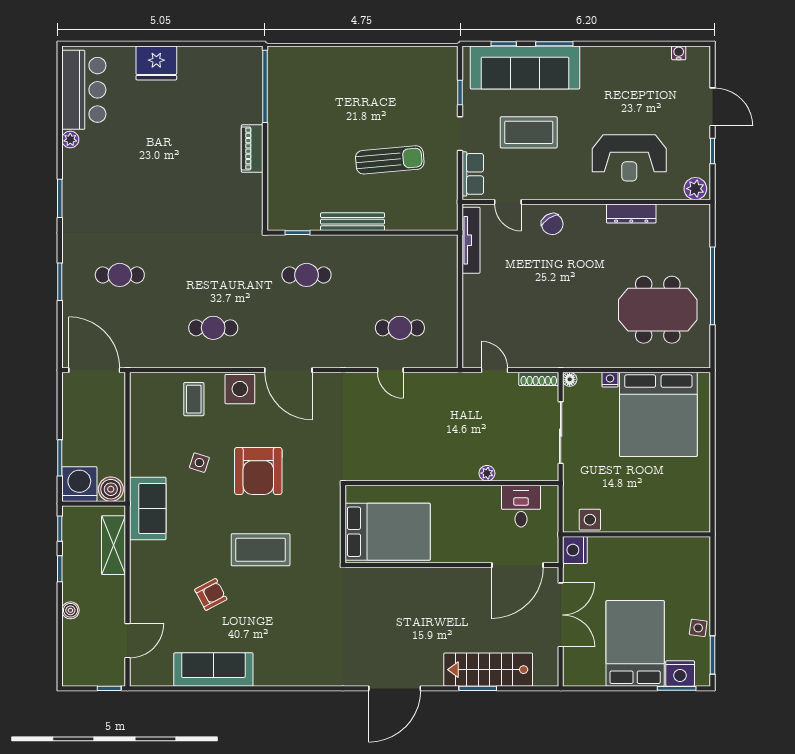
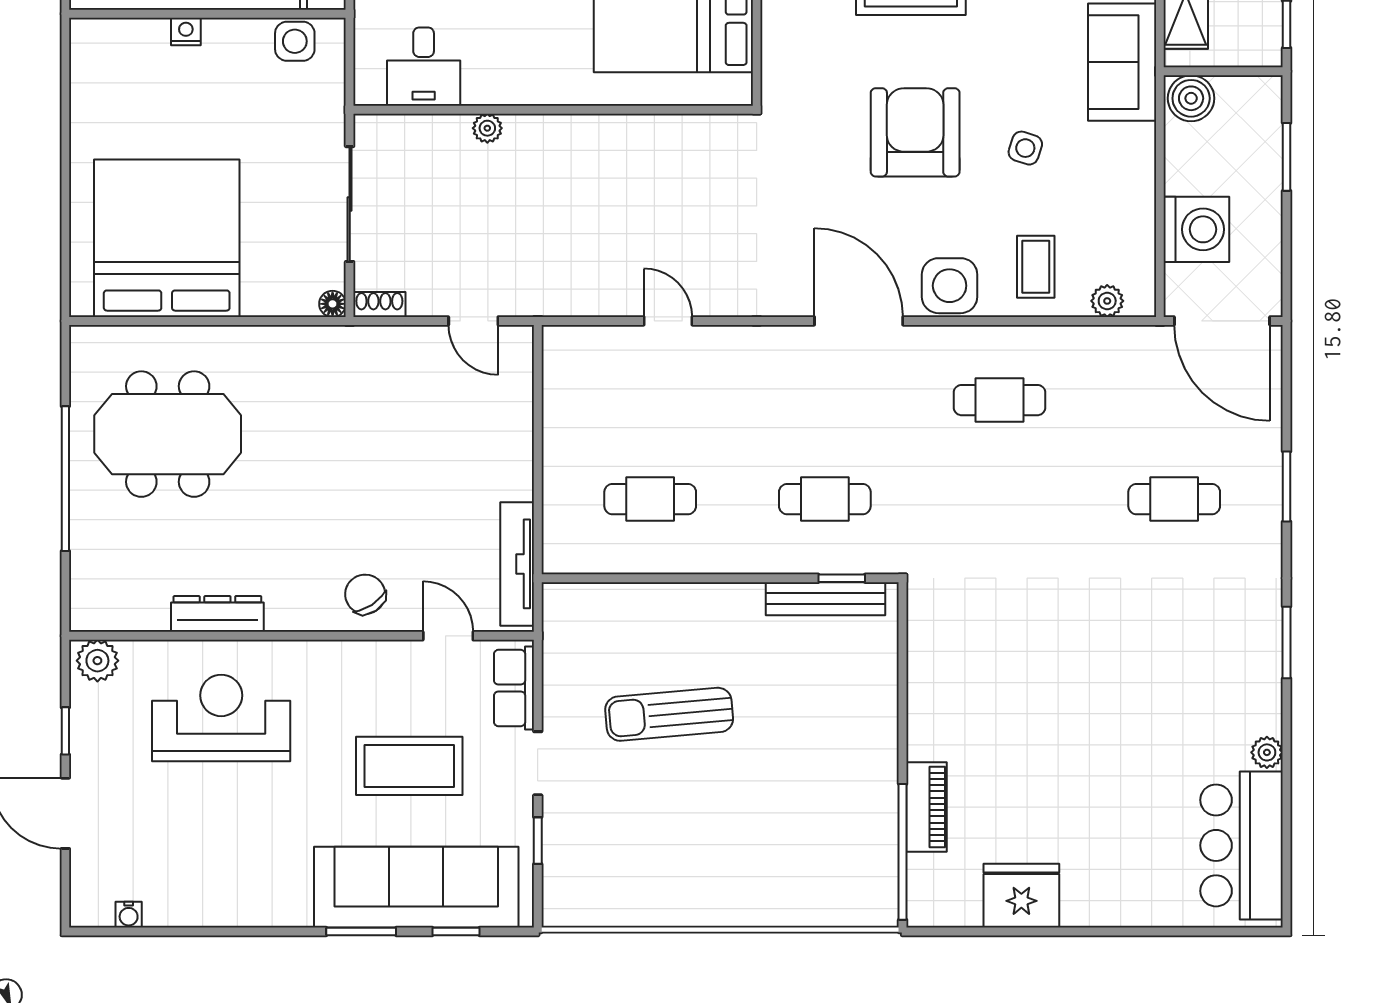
fridge: (156, 63) -> (1021, 896), moved
piano: (252, 149) -> (926, 807), moved
bench: (353, 222) -> (826, 599), moved
cafe table: (400, 328) -> (650, 499), moved
shoe rack: (539, 379) -> (379, 304), width x0.70
nightstand: (610, 380) -> (186, 32), moved, turned 180
plant: (156, 381) -> (1107, 301), added
washing machine: (79, 484) -> (1196, 229), moved, turned -90

